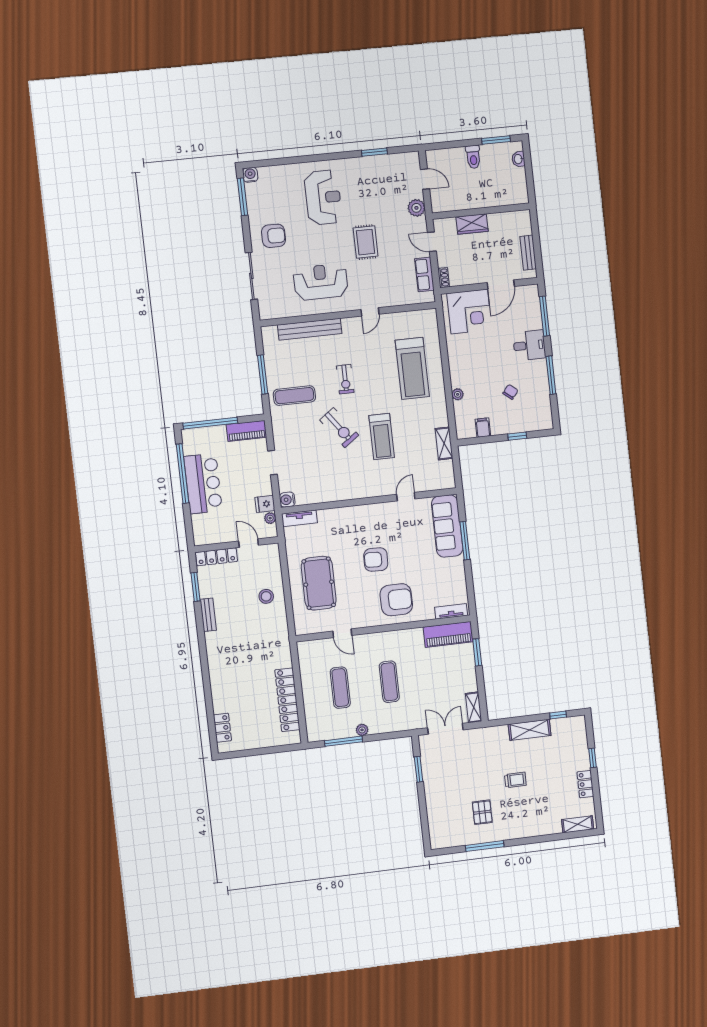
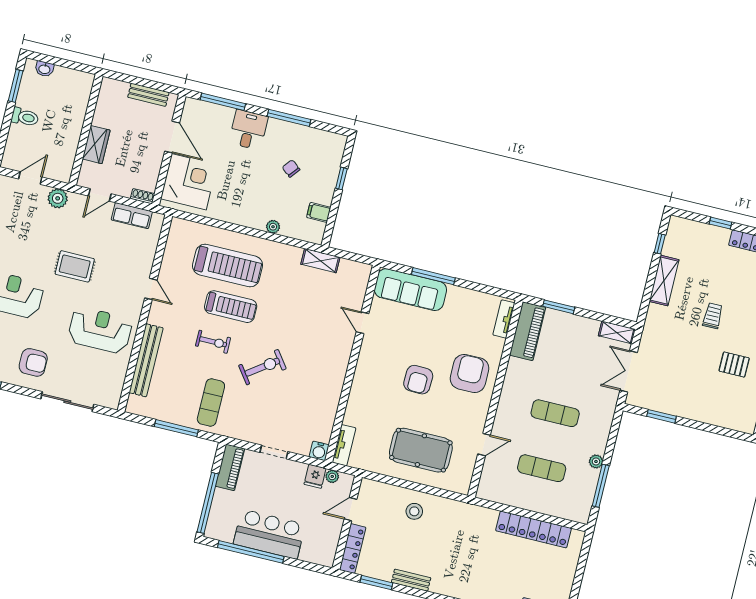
armchair: (274, 236) -> (33, 362), turned 90
reception desk: (321, 282) -> (100, 330), turned 90
treadmill: (382, 437) -> (231, 307), moved

